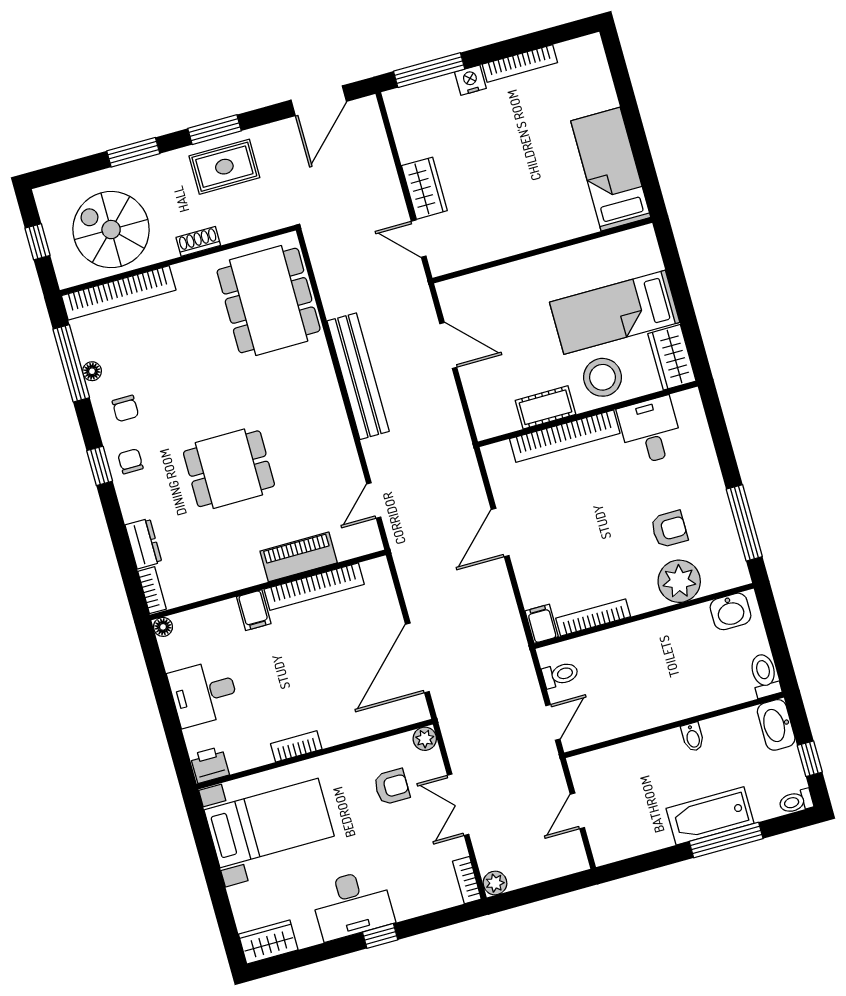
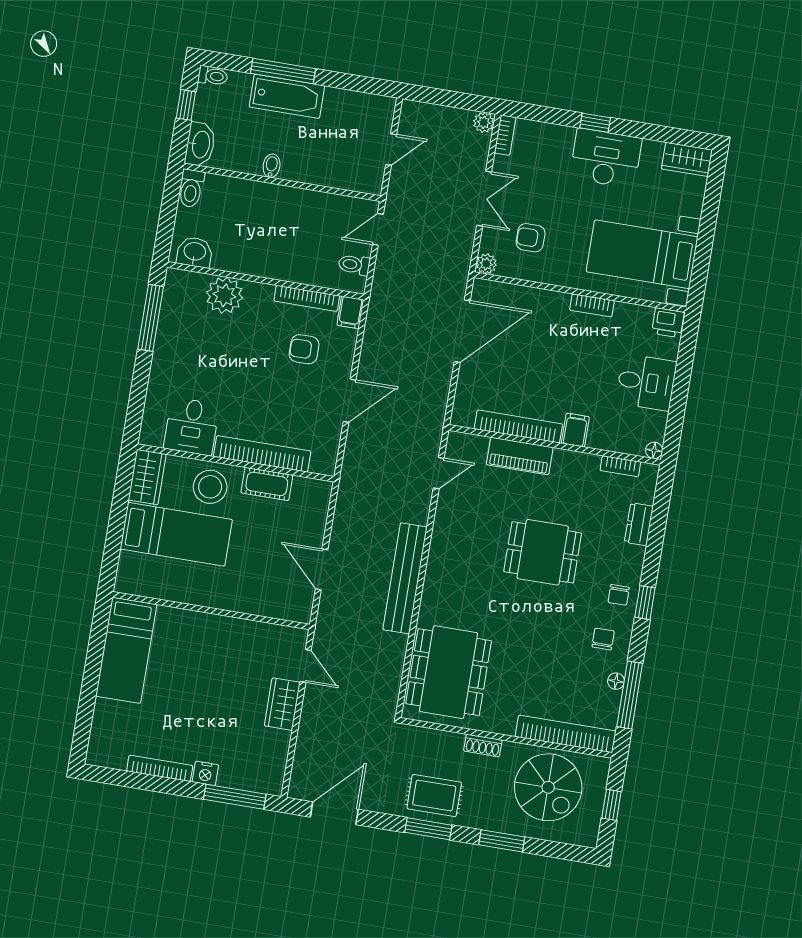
armchair: (669, 529) -> (304, 349), moved
bookcase: (152, 590) -> (620, 466), moved, turned -90

